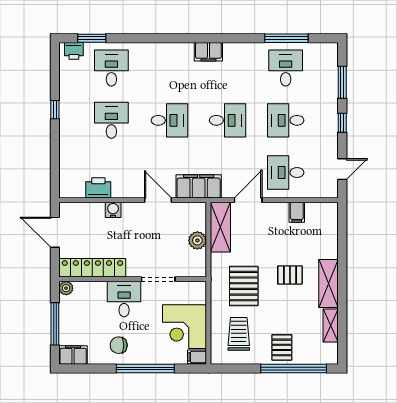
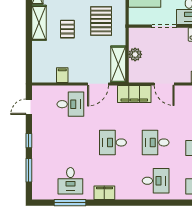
filing cabinet: (208, 52) -> (104, 193), moved
desk: (286, 120) -> (156, 181), moved
pallet: (290, 275) -> (67, 29), turned 90

